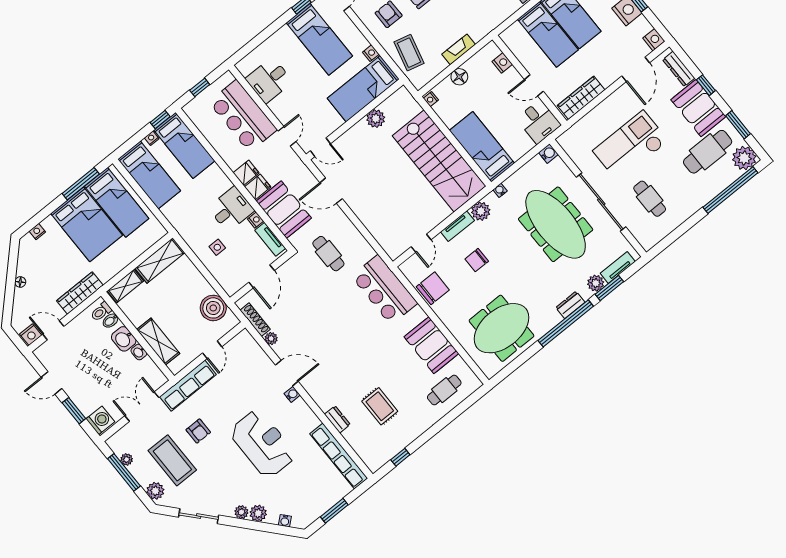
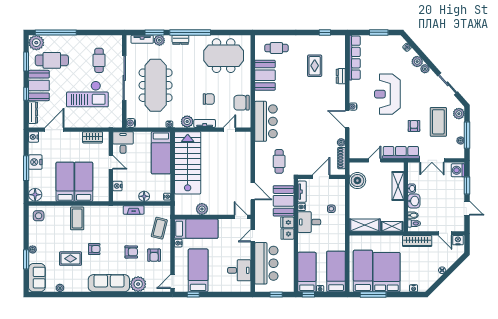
wardrobe: (581, 98) -> (93, 137), width x0.67

